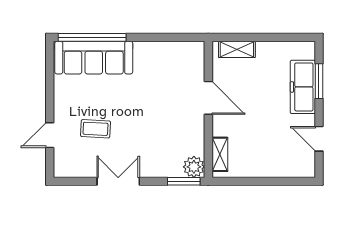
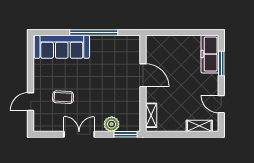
window: (92, 37) -> (94, 32), moved
shelving: (237, 49) -> (199, 126), moved
freezer: (303, 87) -> (210, 54), moved
plant: (194, 167) -> (112, 124), moved

